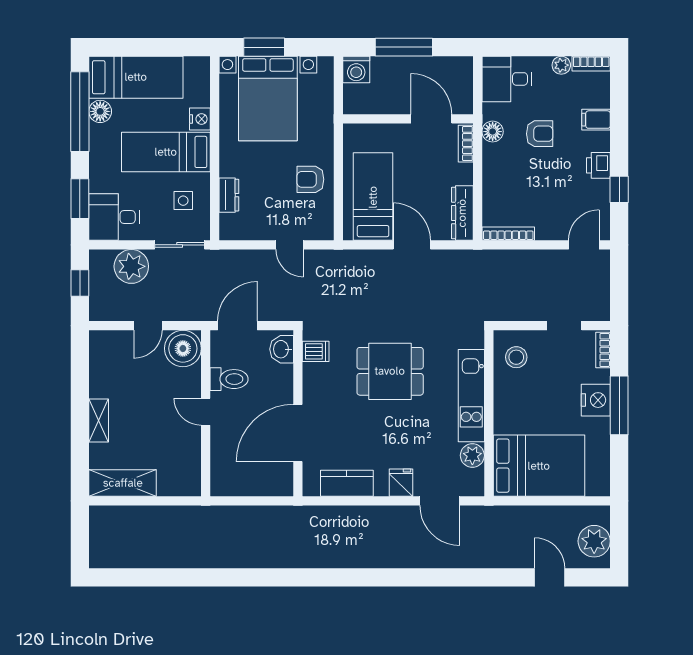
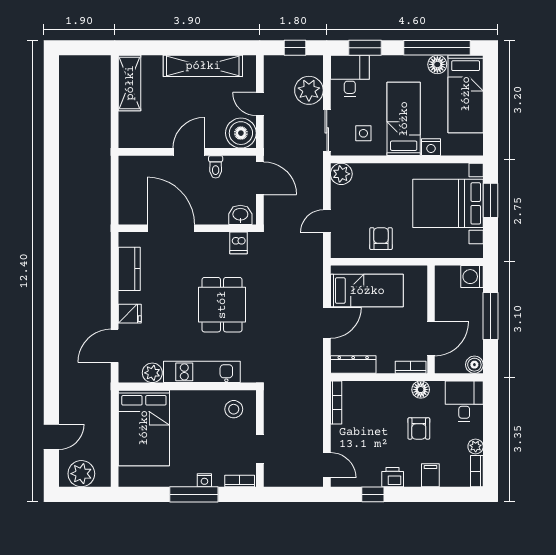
boiler: (463, 67) -> (474, 365), added
dresser: (229, 195) -> (368, 171), removed
plant: (232, 227) -> (341, 174), added
toilet: (229, 379) -> (216, 167), width x0.73, depth x0.72
nightstand: (596, 400) -> (204, 480), width x0.53, depth x0.56
door: (206, 412) -> (189, 152), width x1.38
shelving: (99, 421) -> (203, 66), width x2.20, depth x1.33

